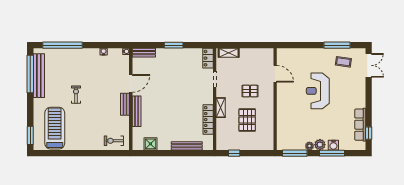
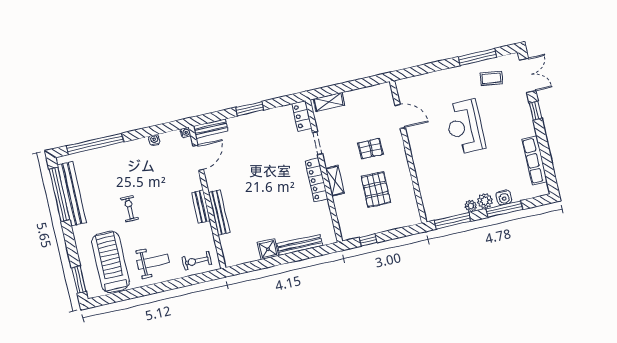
door: (131, 83) -> (198, 158), moved
locker: (208, 120) -> (316, 180), moved
window: (369, 133) -> (536, 111), moved
weight bench: (84, 135) -> (153, 262), added
shower: (150, 144) -> (268, 249), moved

